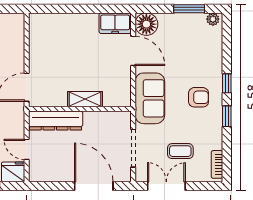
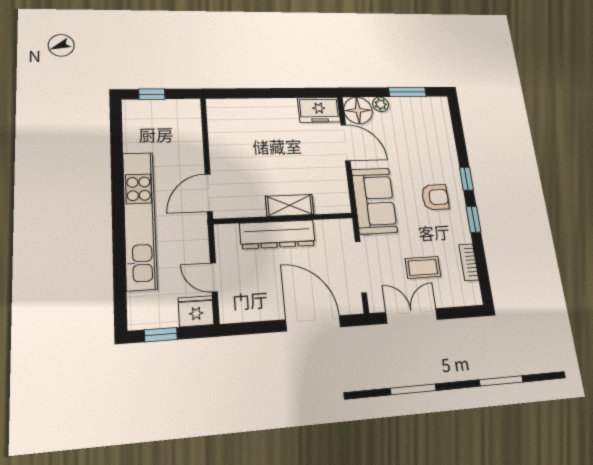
plant: (213, 19) -> (381, 104), moved
dresser: (56, 121) -> (277, 234), moved
bookcase: (217, 164) -> (469, 262), moved

